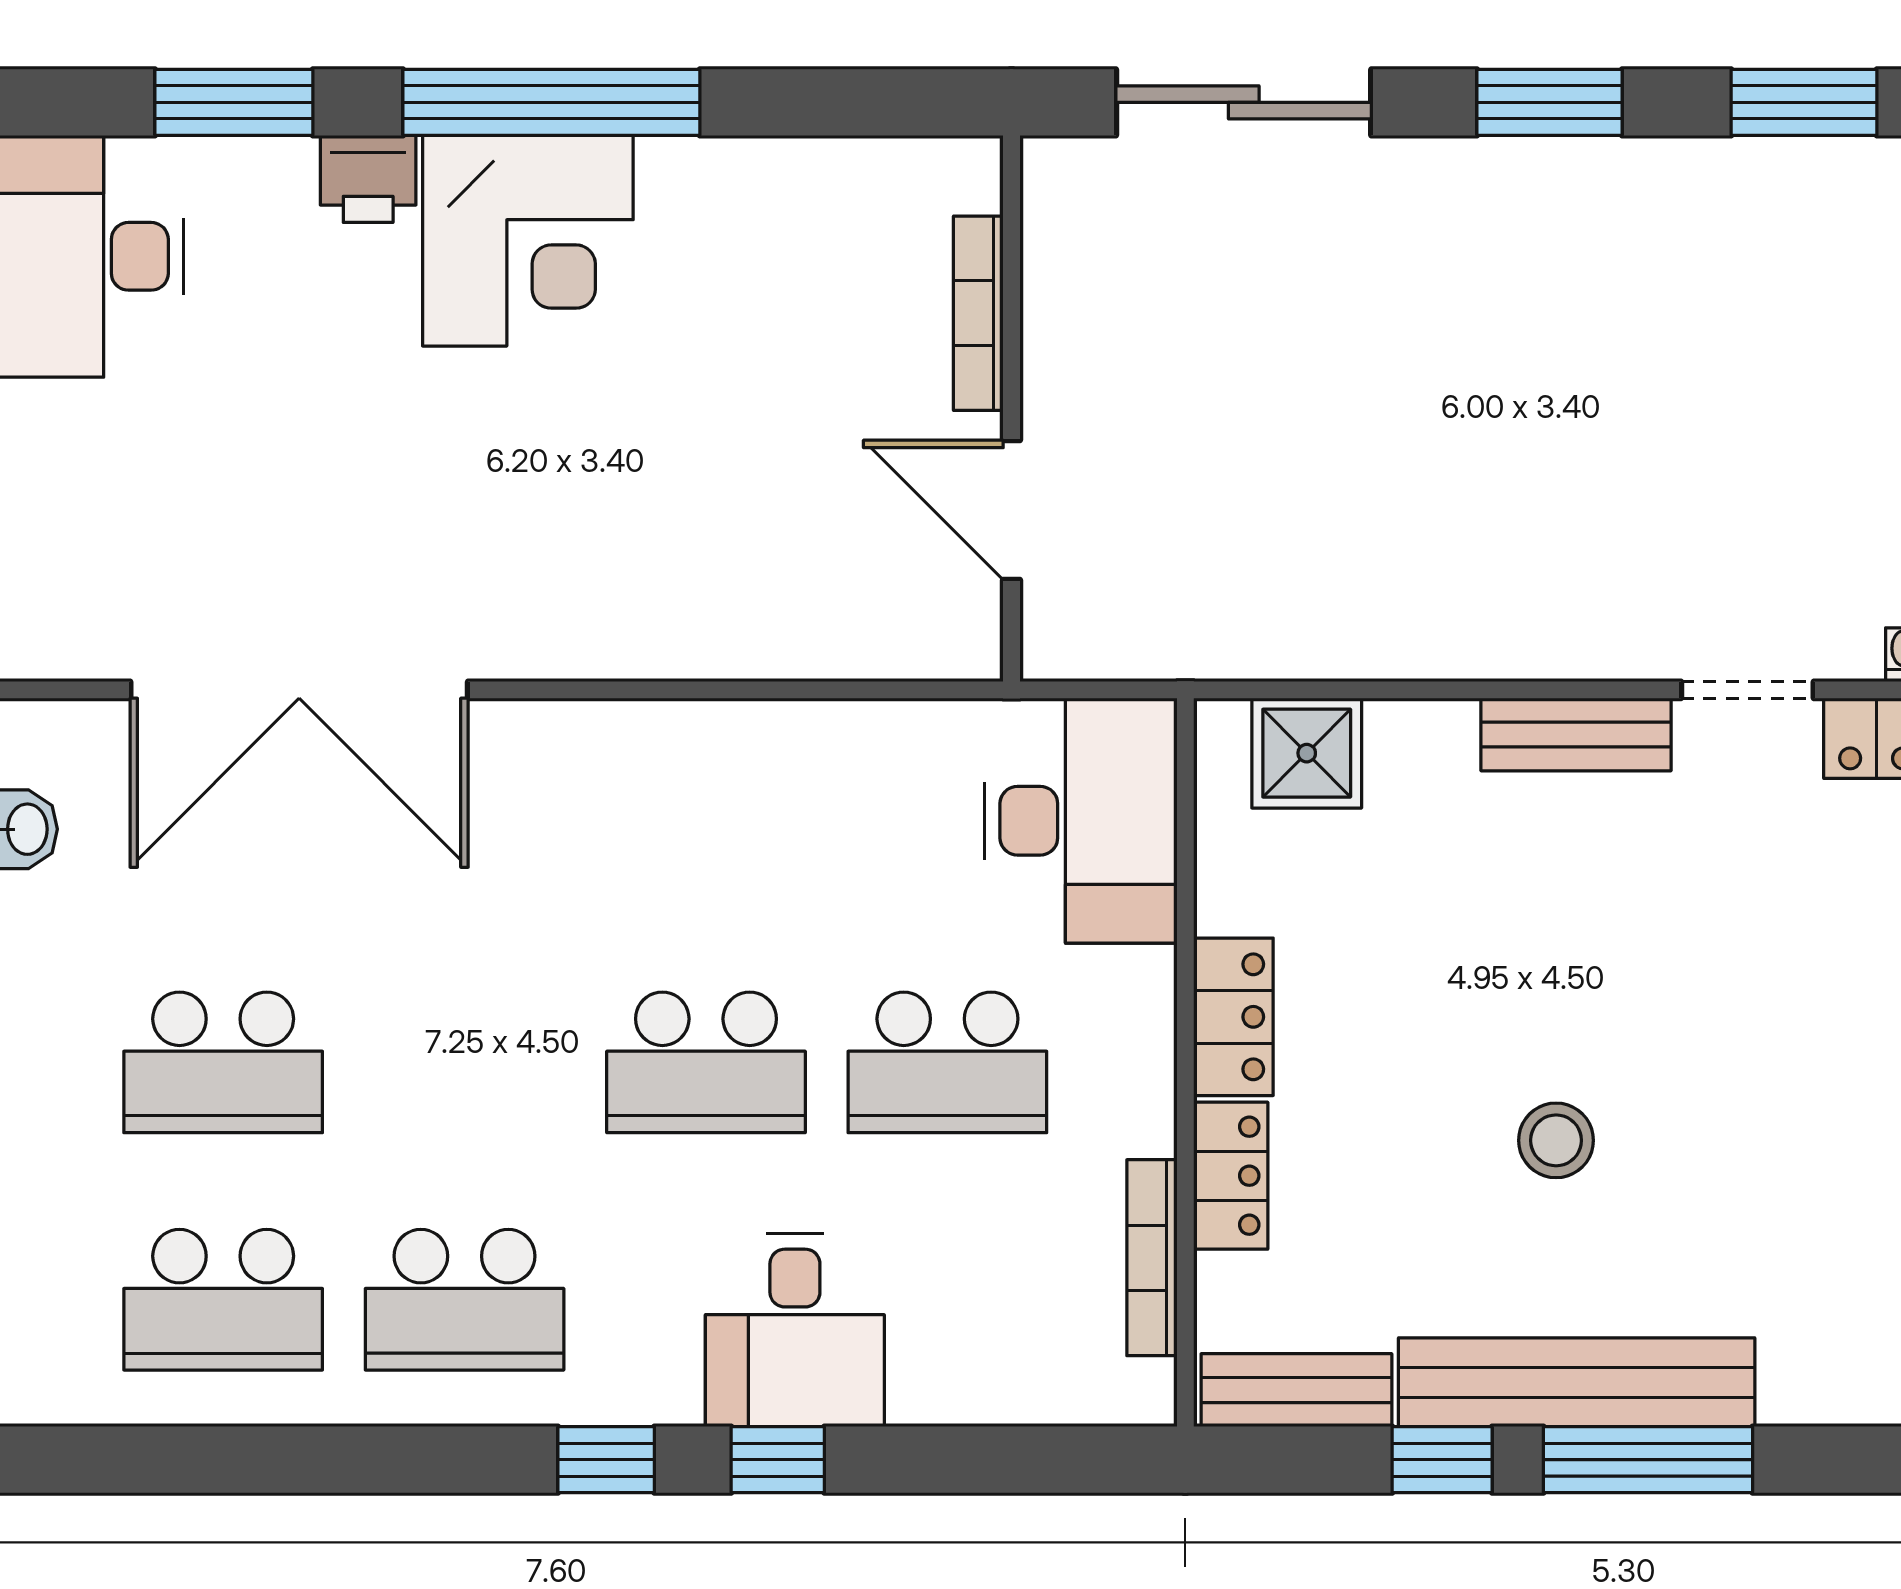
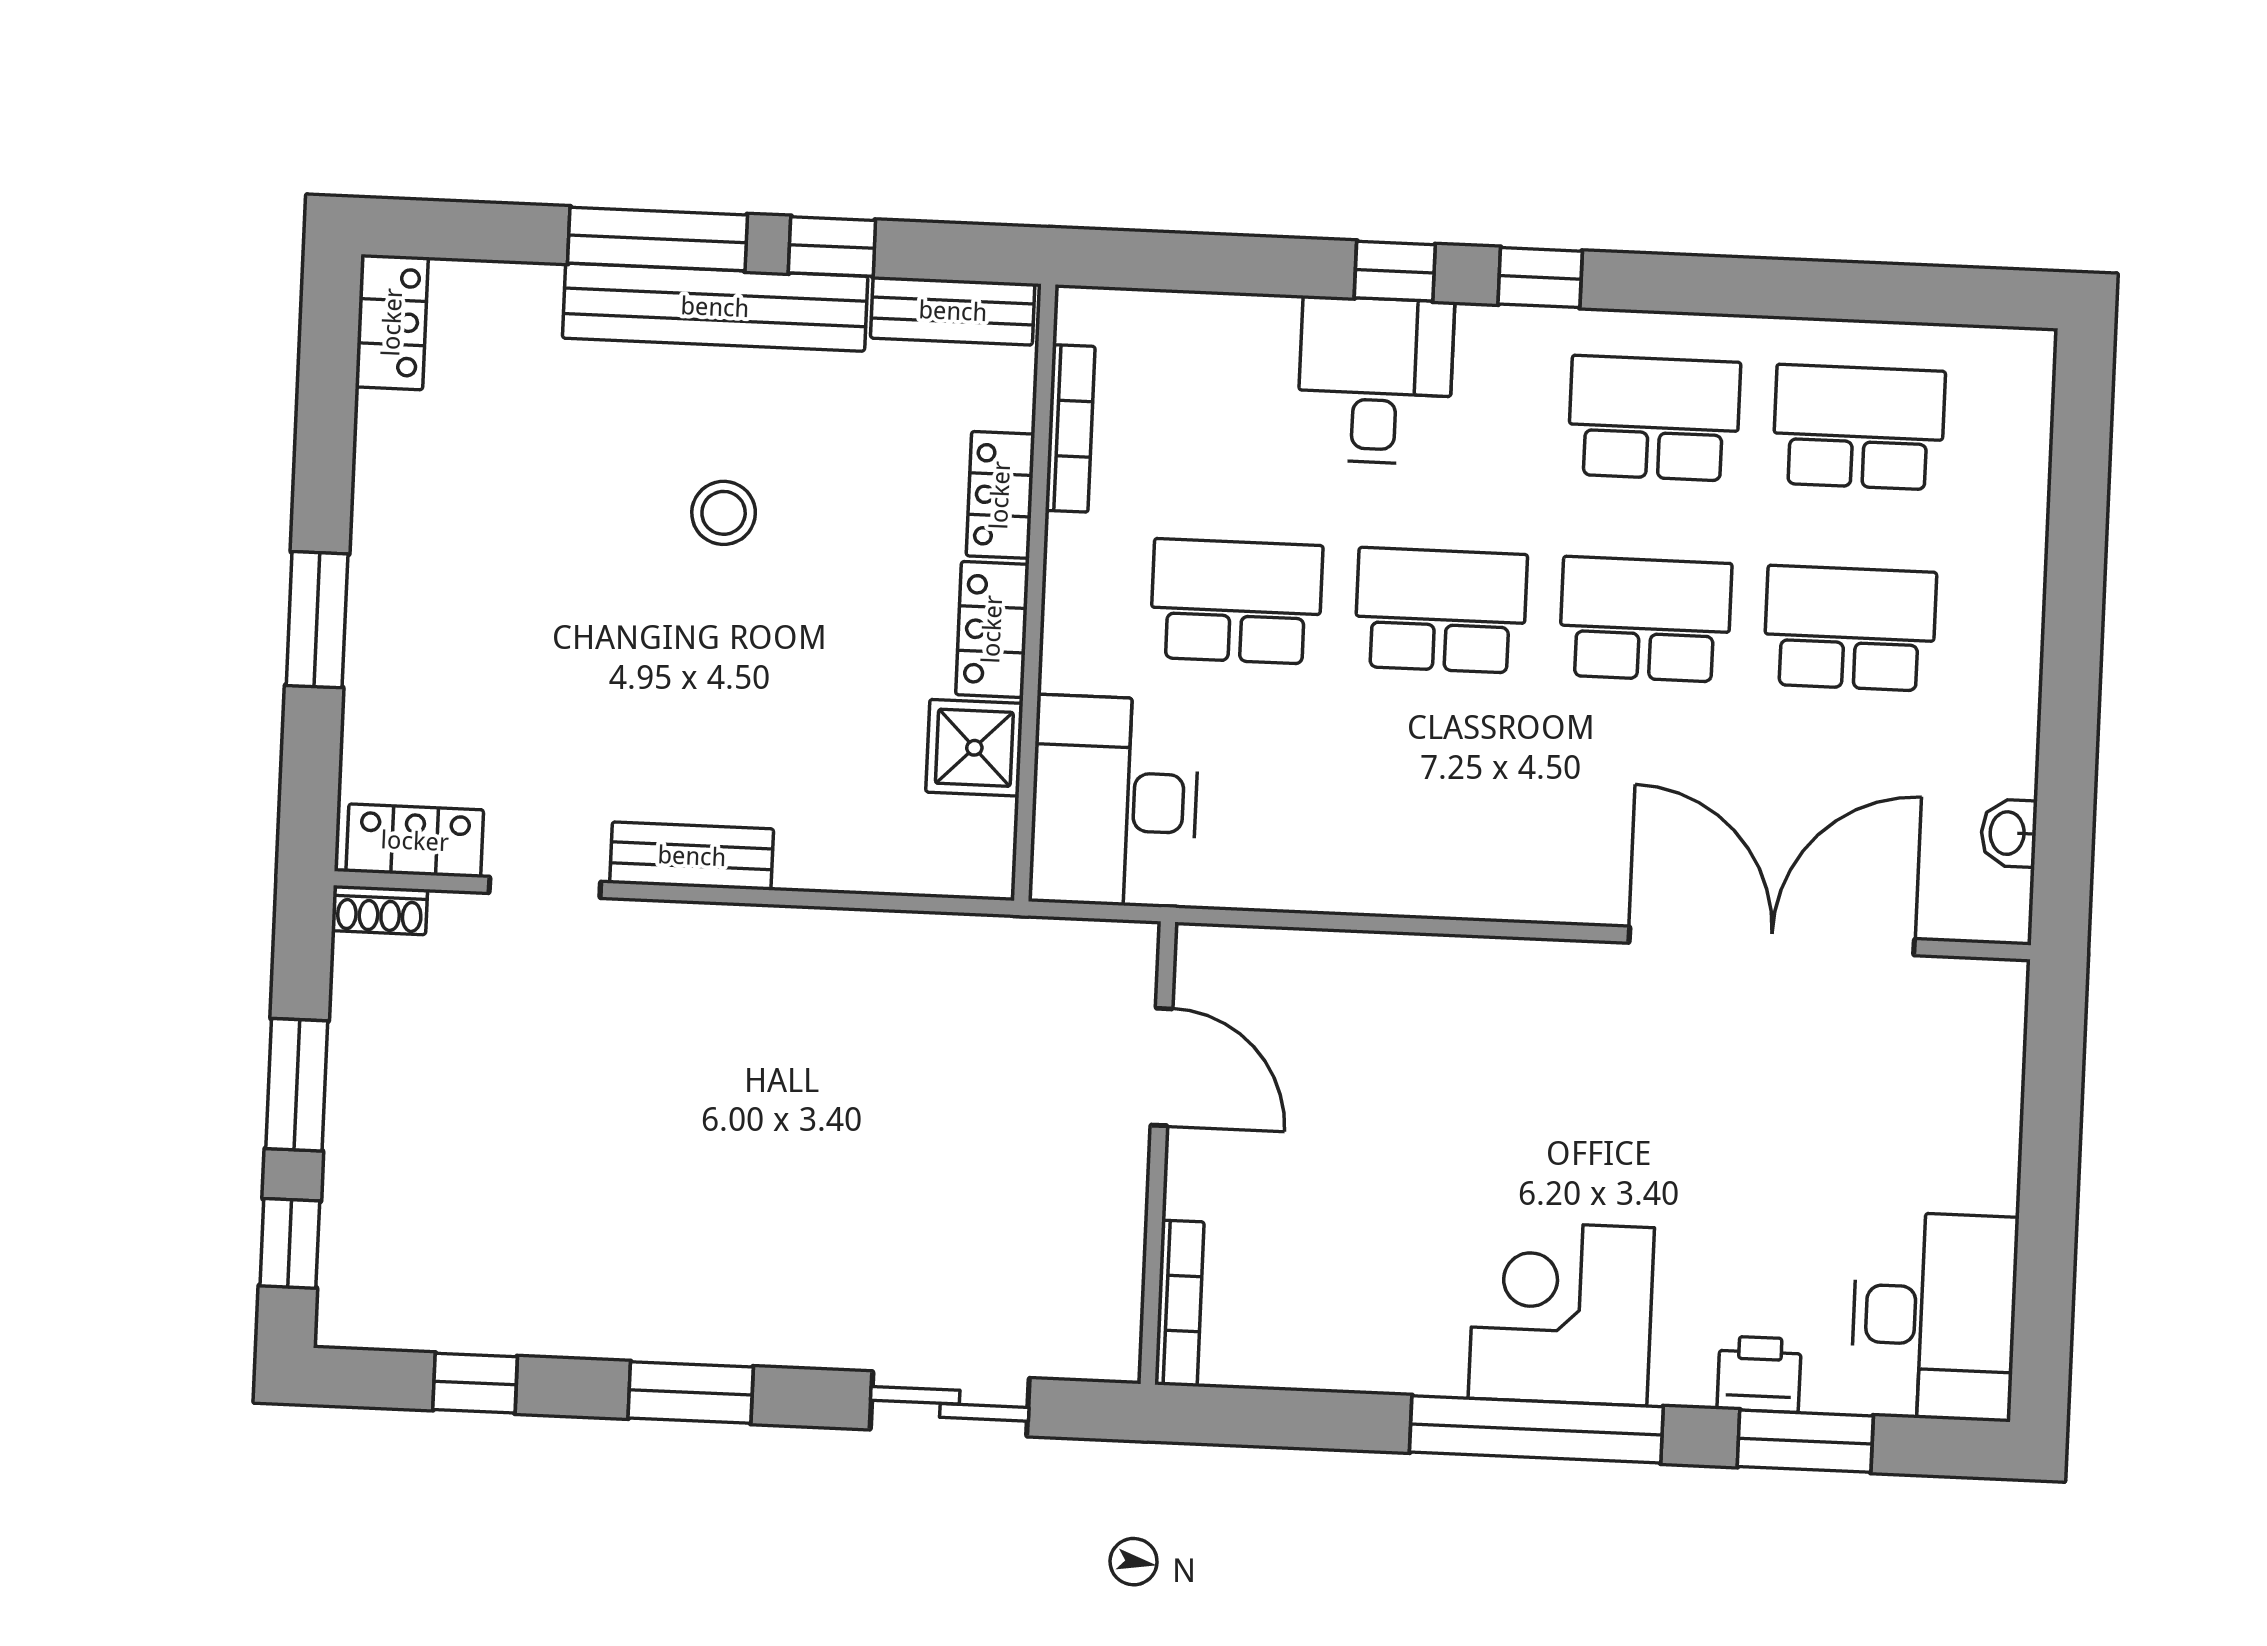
sliding door: (1244, 102) -> (950, 1404), width x0.73
window: (1804, 102) -> (475, 1383), width x0.67
printer: (368, 179) -> (1759, 1374), moved
bookcase: (978, 313) -> (1179, 1303), moved
shower: (1307, 753) -> (974, 748), moved
school desk: (465, 1062) -> (1645, 619), added

